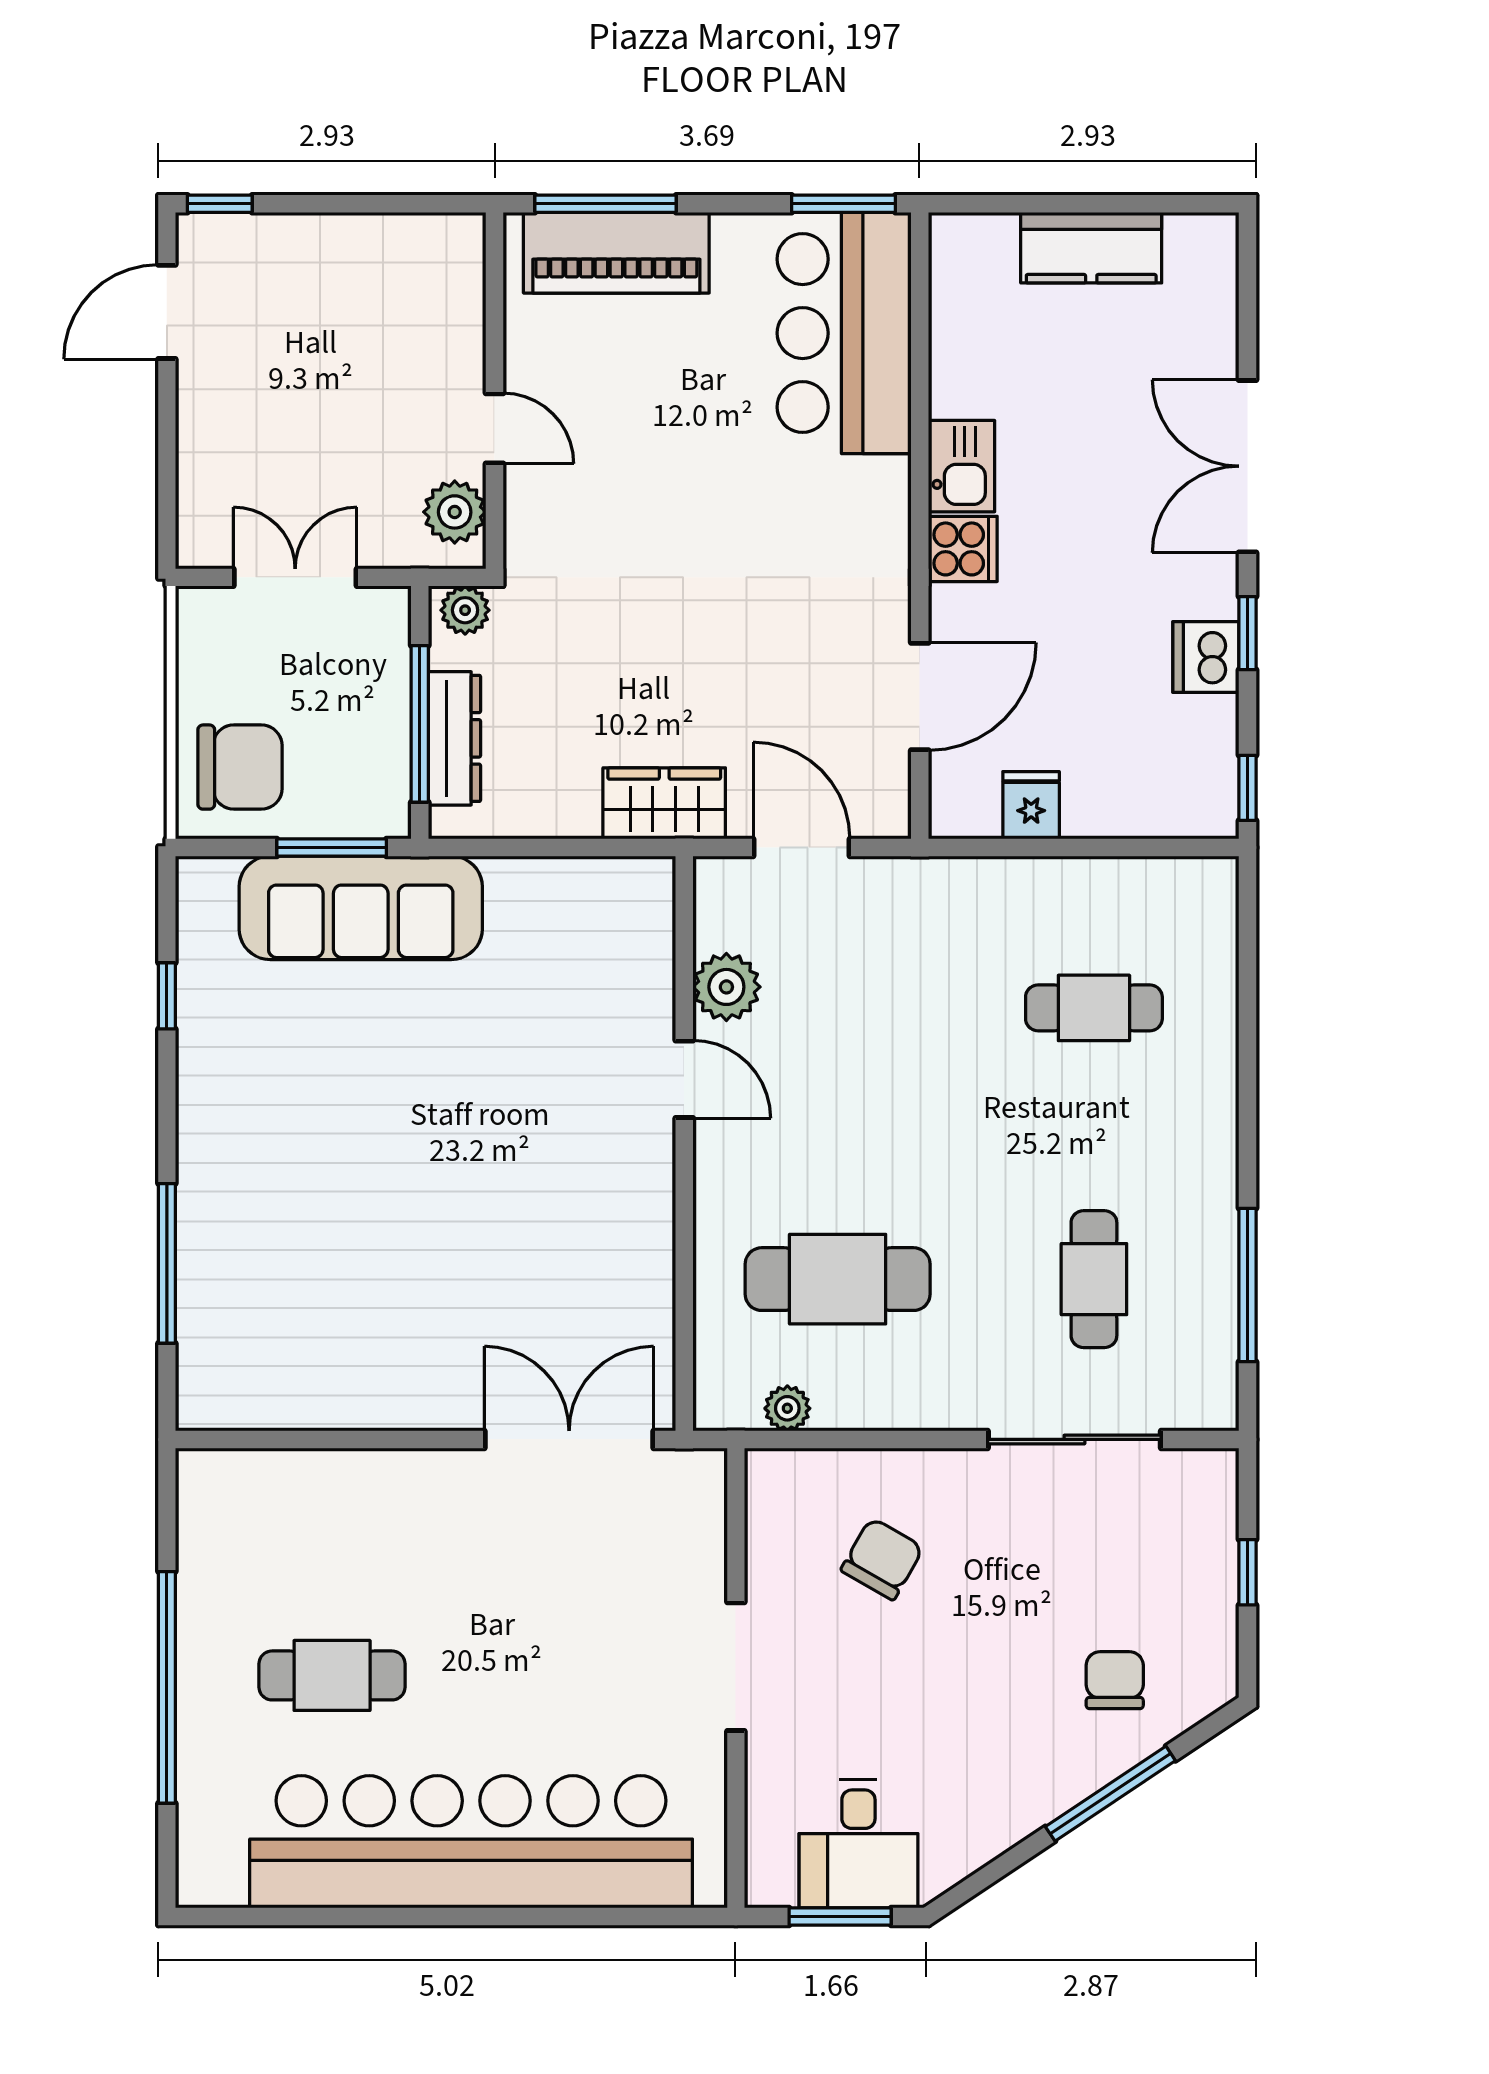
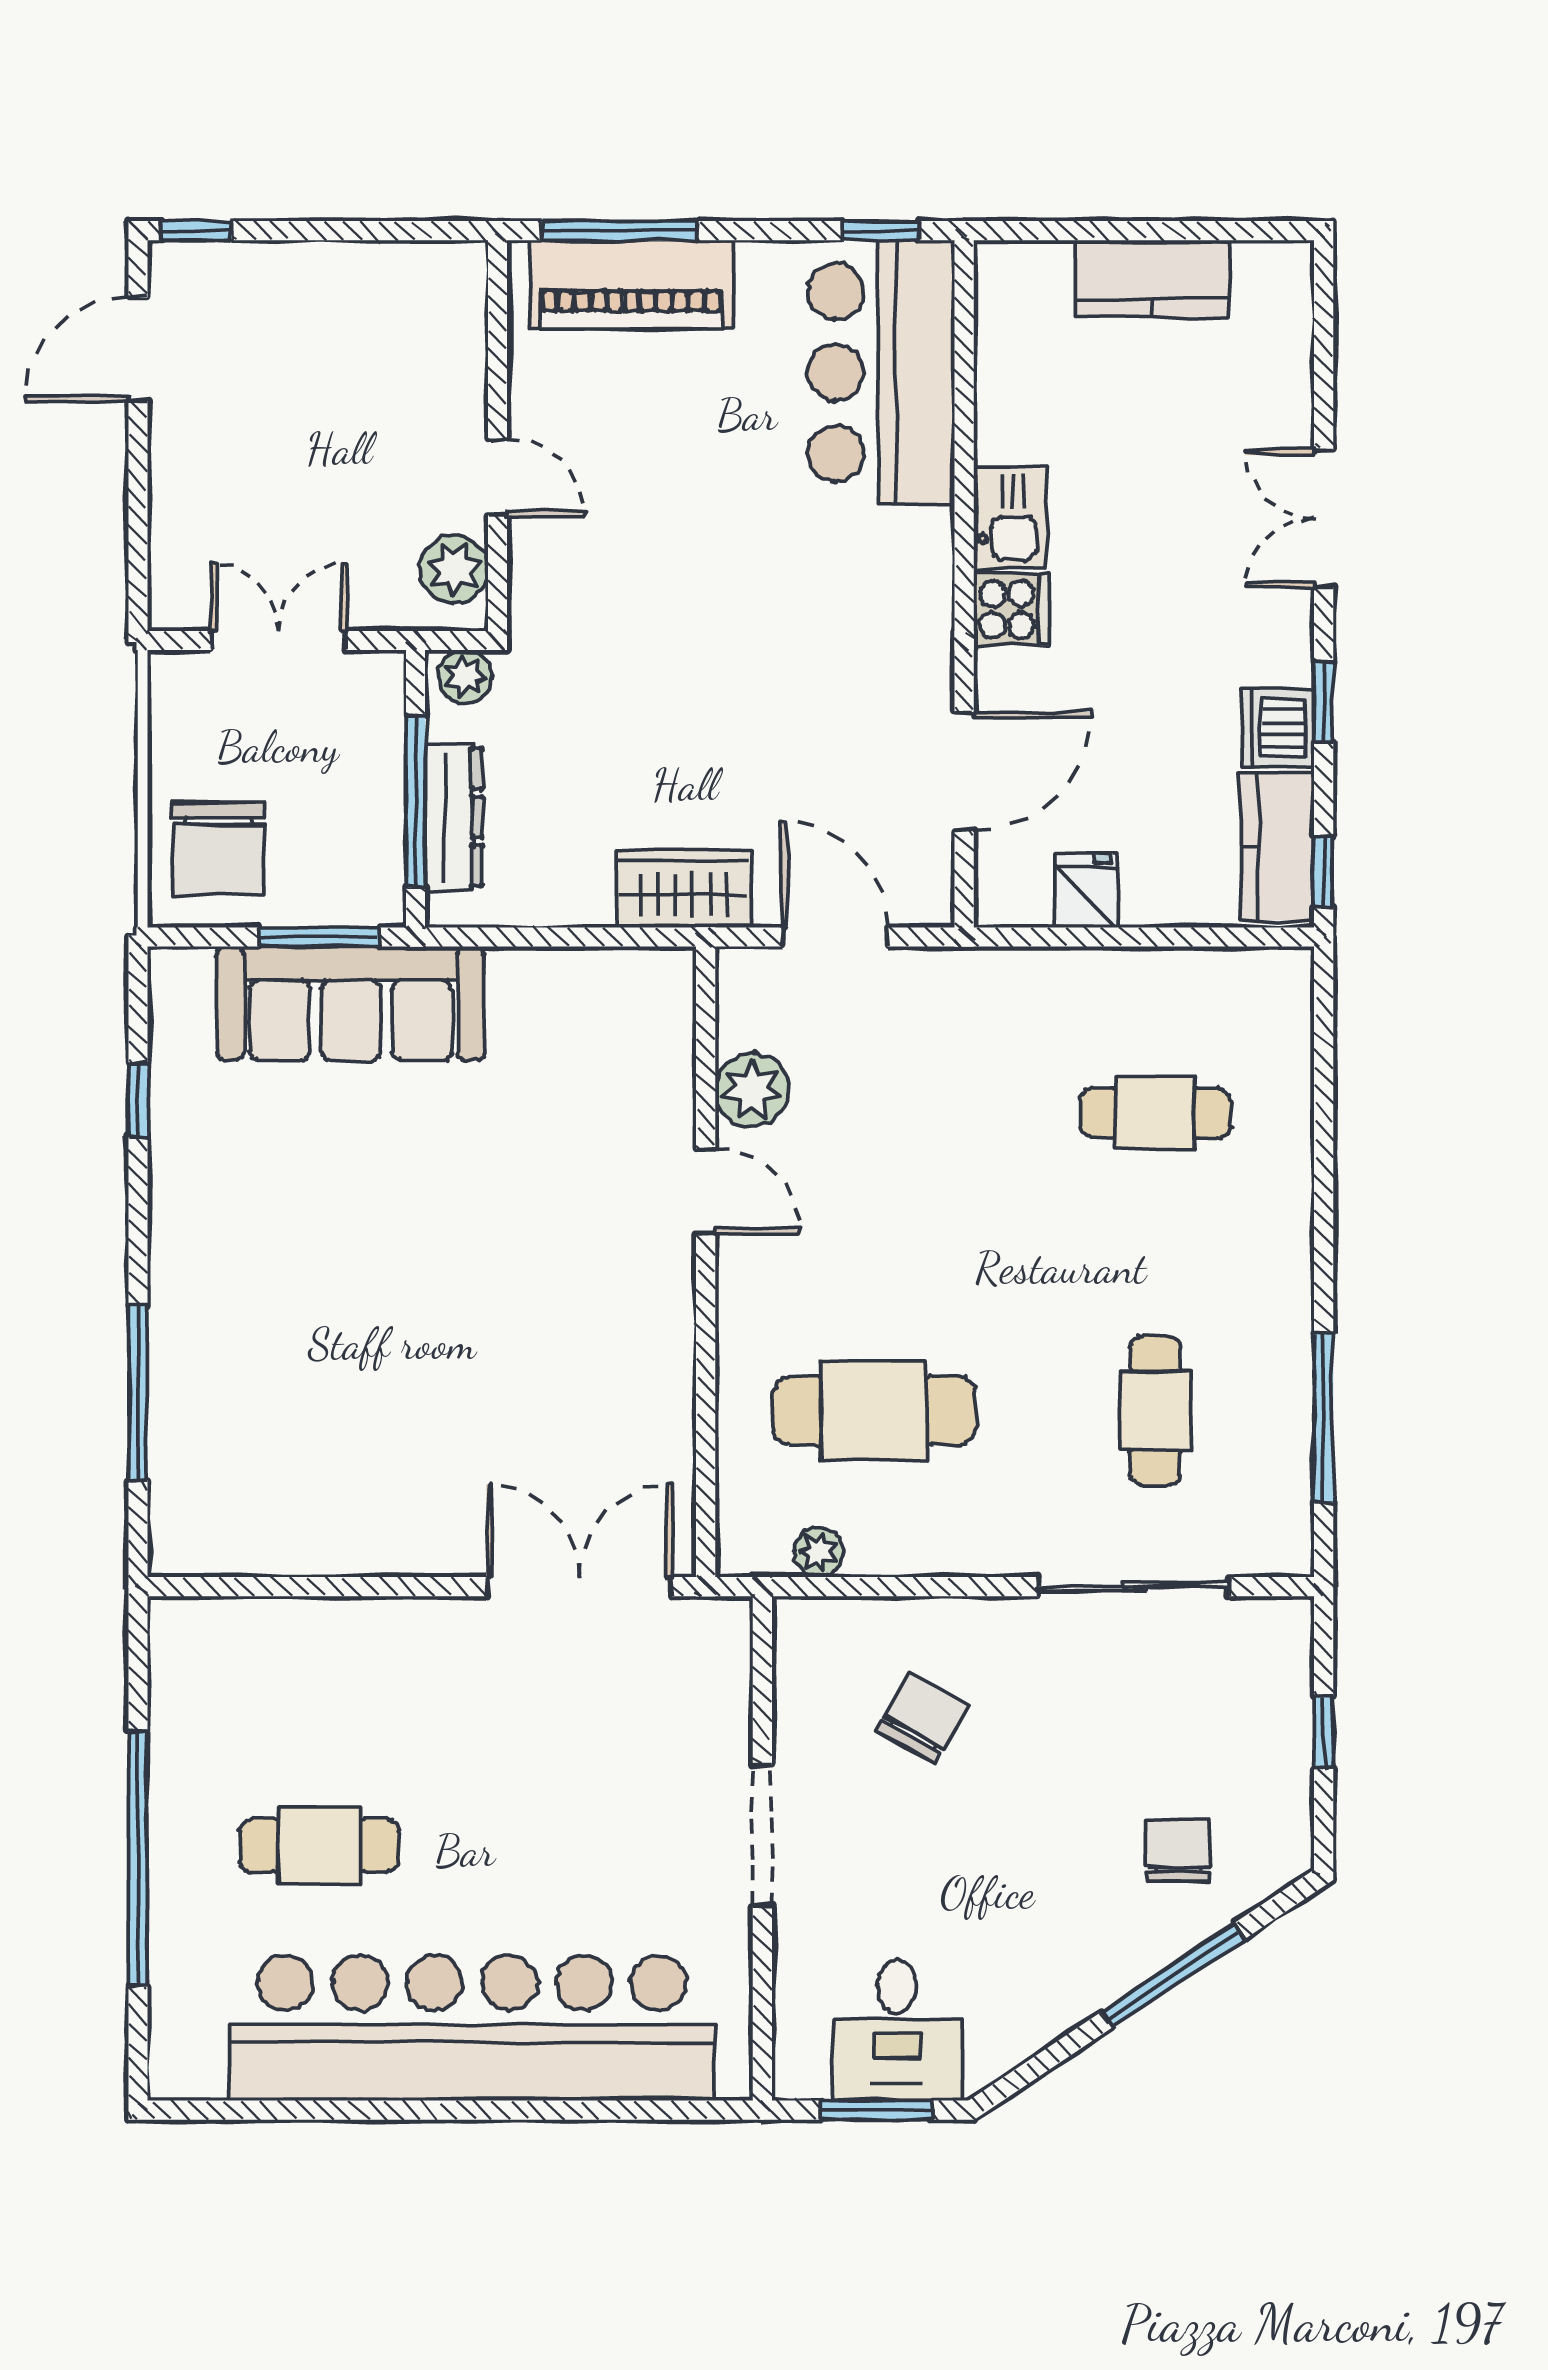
window: (844, 204) -> (880, 231), width x0.67
double door: (1247, 466) -> (1324, 519), width x0.73
kitchen counter: (1205, 765) -> (1277, 846), added
chair: (240, 767) -> (218, 849), turned 90

